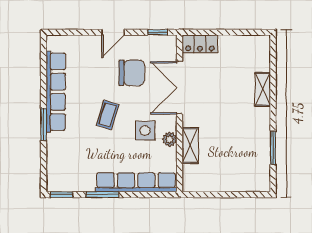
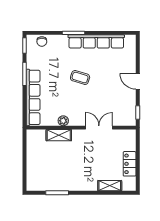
locker: (200, 44) -> (130, 164), moved
chair: (132, 73) -> (42, 42), moved, width x0.54, depth x0.54
double door: (179, 88) -> (99, 128), width x0.73
shelving: (263, 89) -> (110, 186), moved
side table: (145, 131) -> (69, 104), removed

